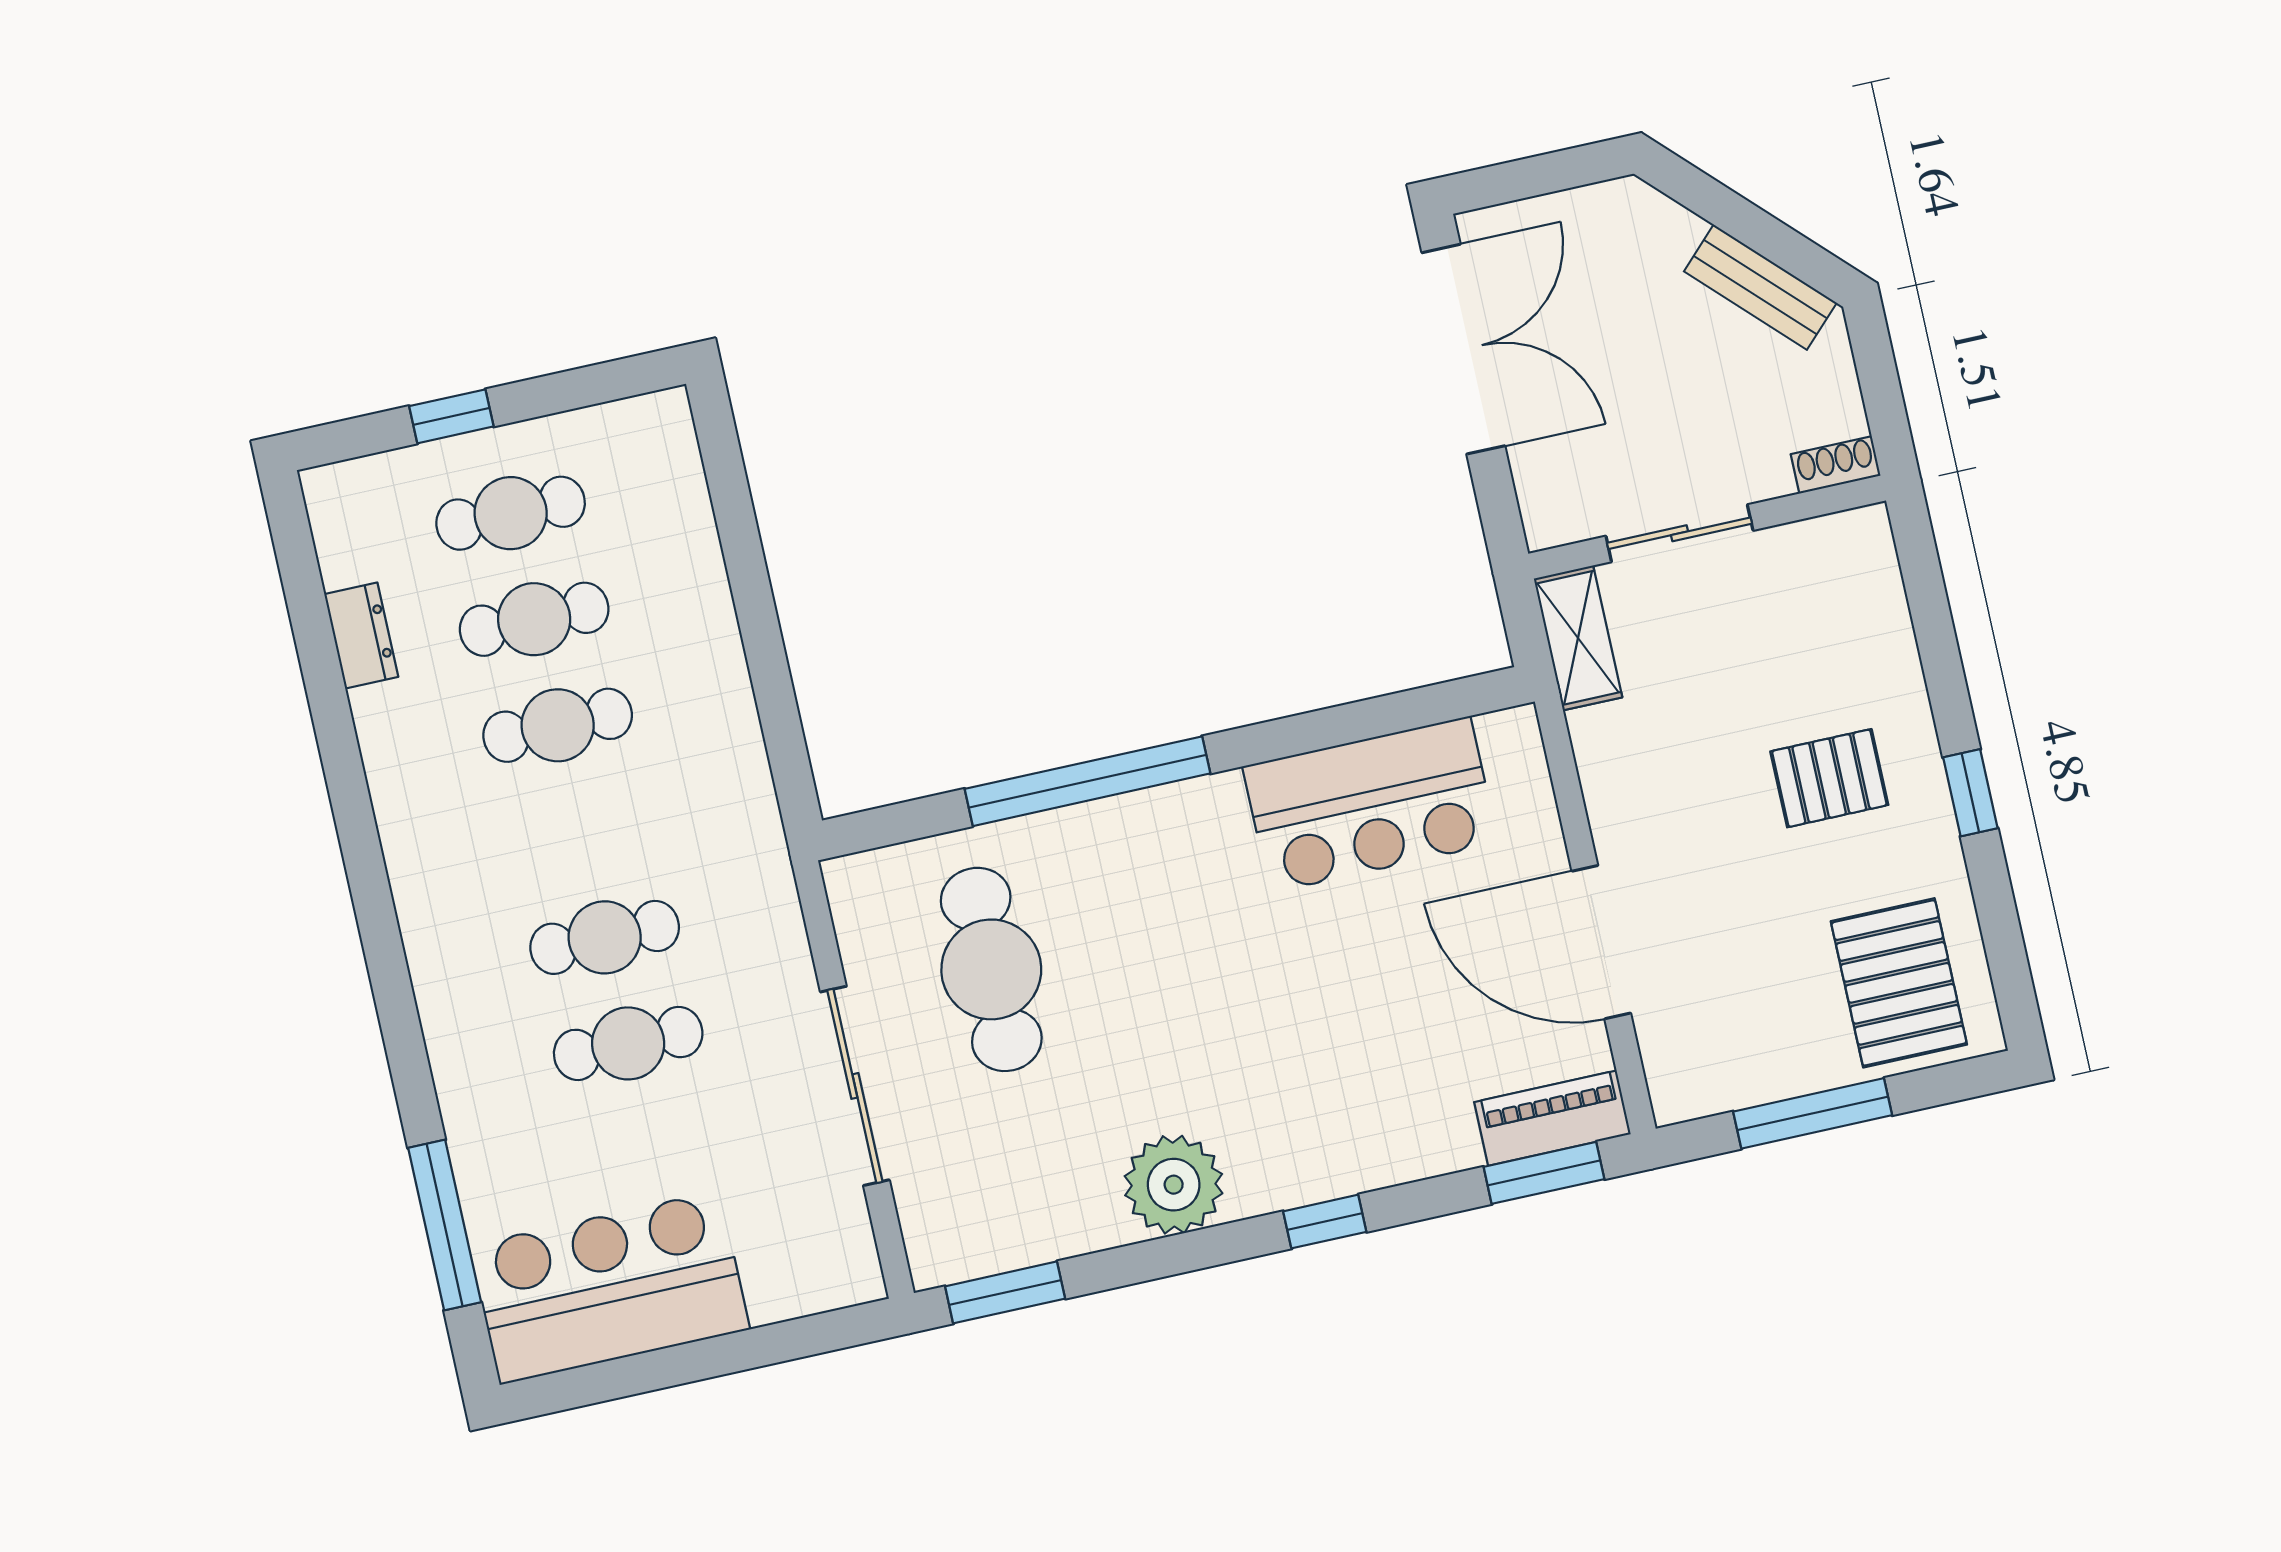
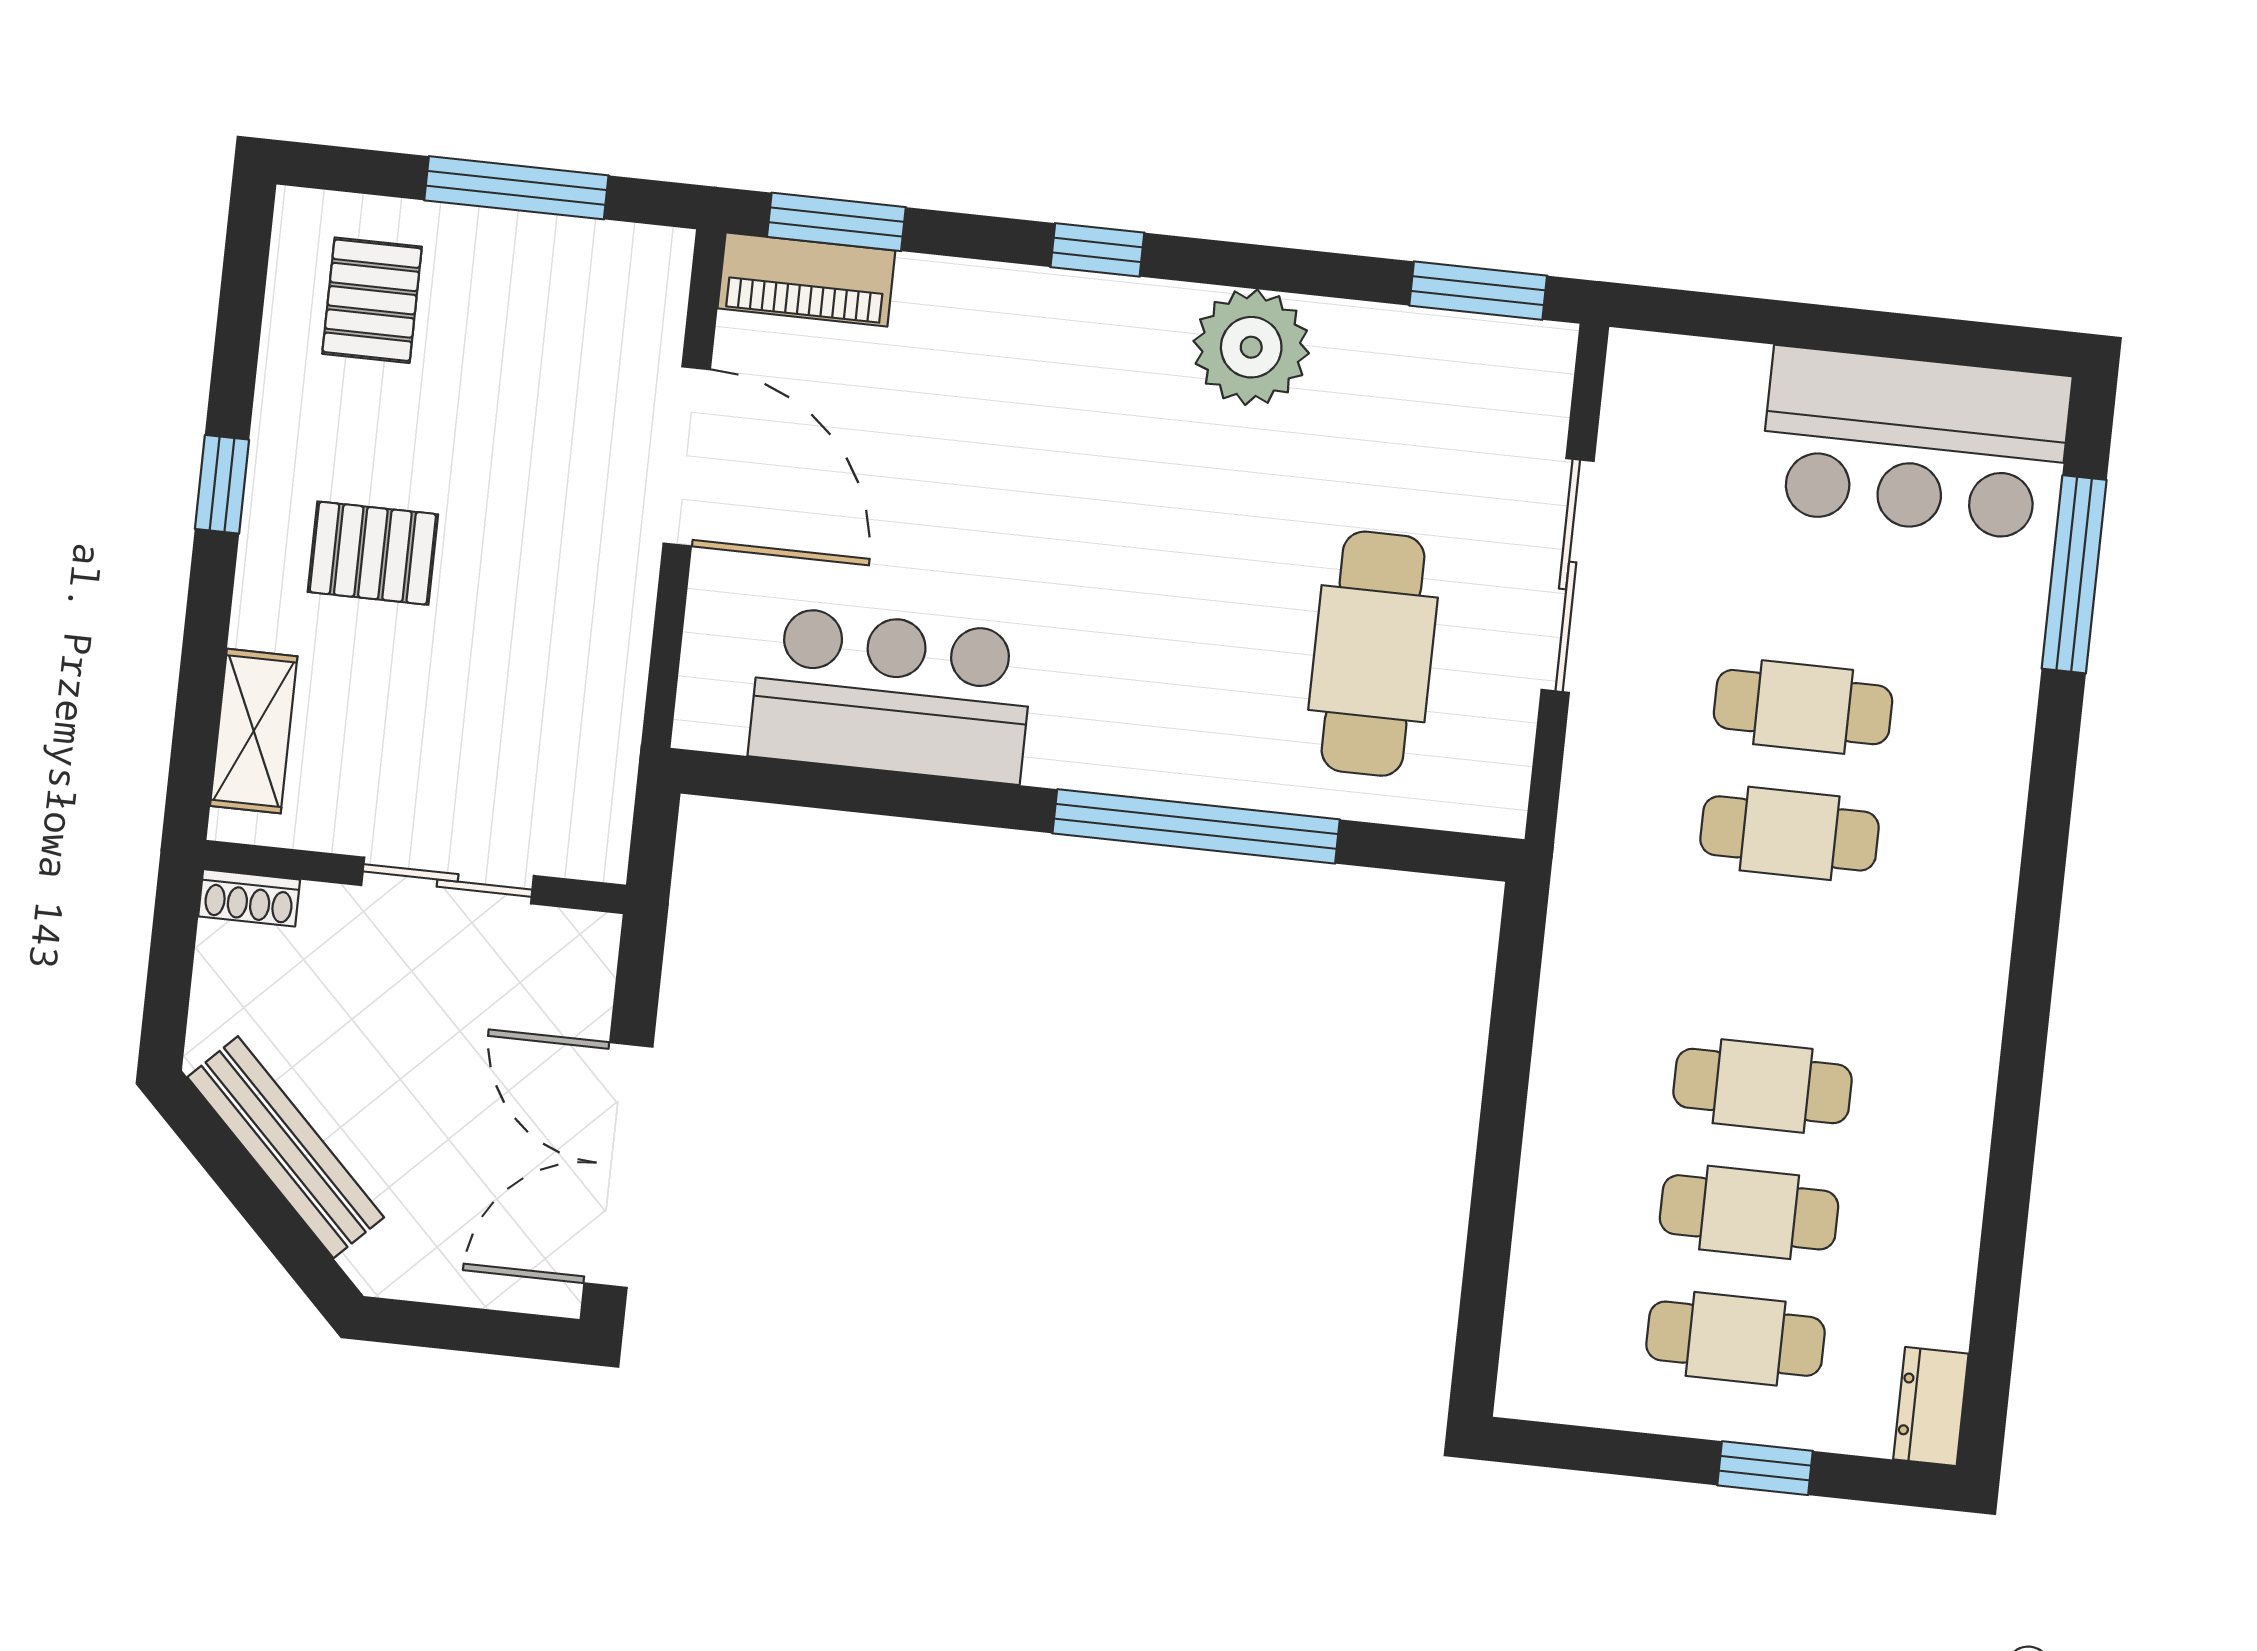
bench: (1760, 287) -> (286, 1147), width x1.36
dresser: (361, 636) -> (1931, 1407), moved
shelving: (1578, 638) -> (254, 731), moved
pallet: (1899, 983) -> (372, 300), width x0.67, depth x0.71

